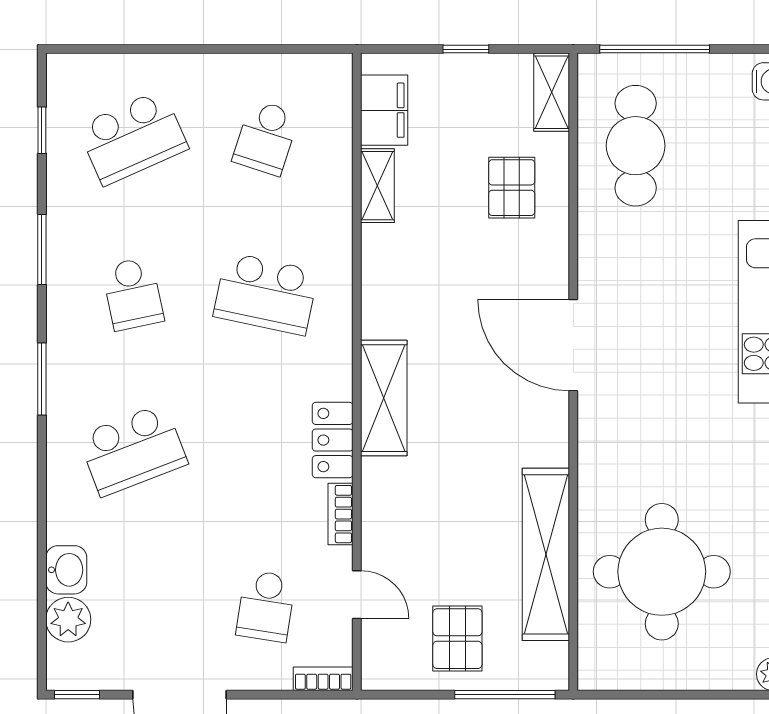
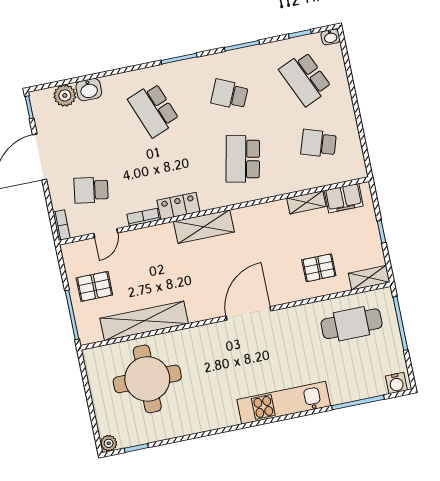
washbasin: (60, 71) -> (330, 37), added
school desk: (133, 294) -> (230, 94), turned 36

